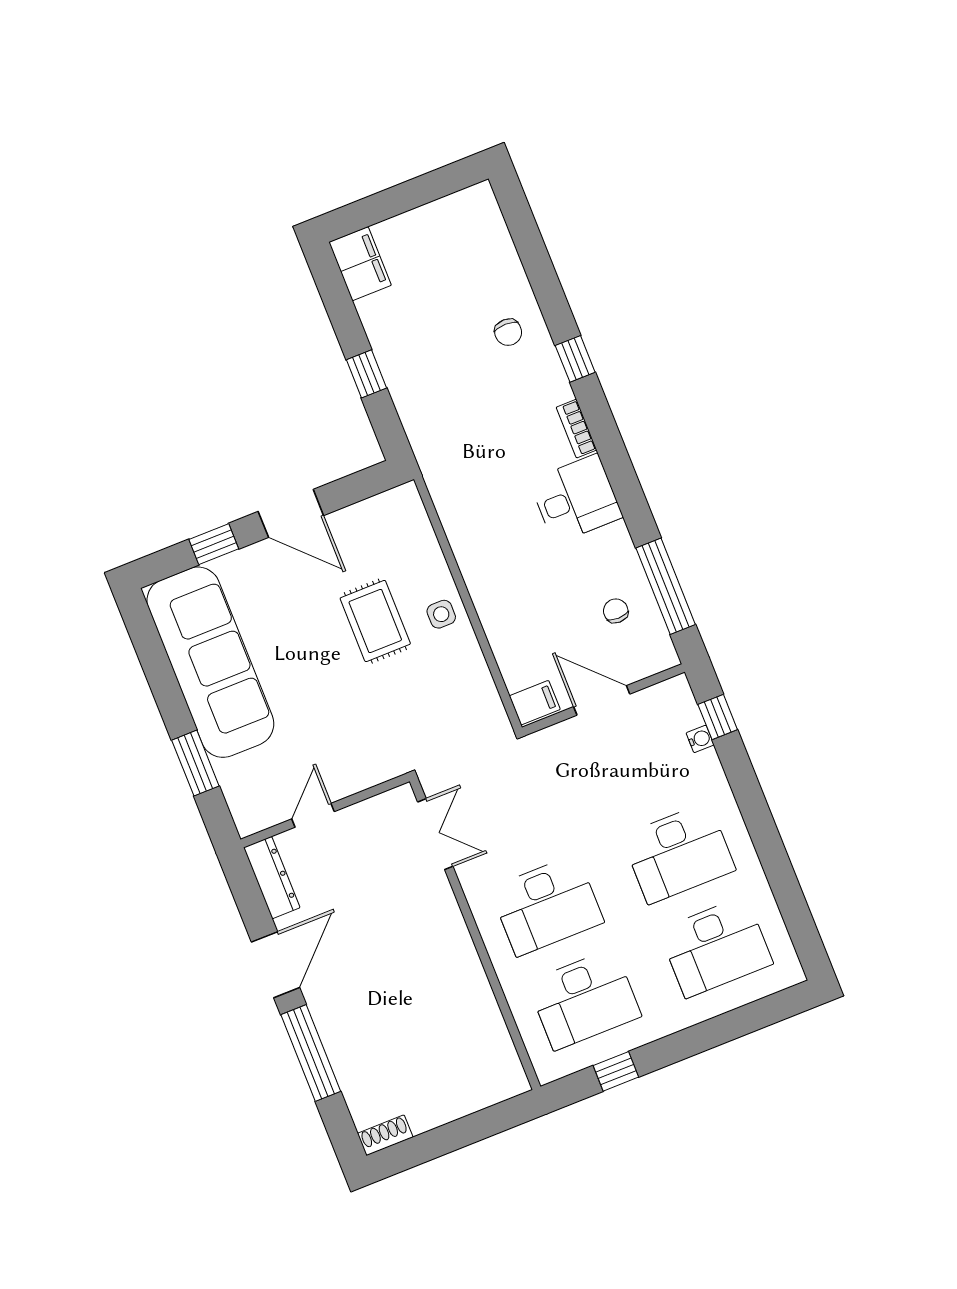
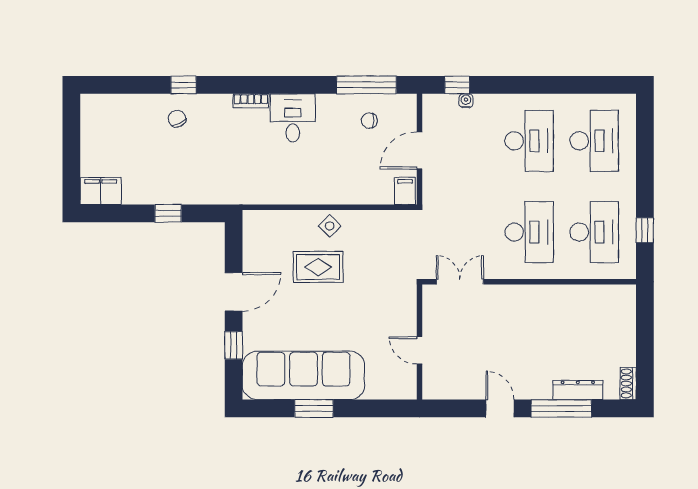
chair: (508, 332) -> (177, 119), turned -117
window: (575, 359) -> (183, 85), moved
side table: (441, 614) -> (330, 226), turned 45
window: (195, 763) -> (314, 408), moved
dresser: (272, 878) -> (578, 390), moved
door: (276, 965) -> (500, 408), width x0.73

